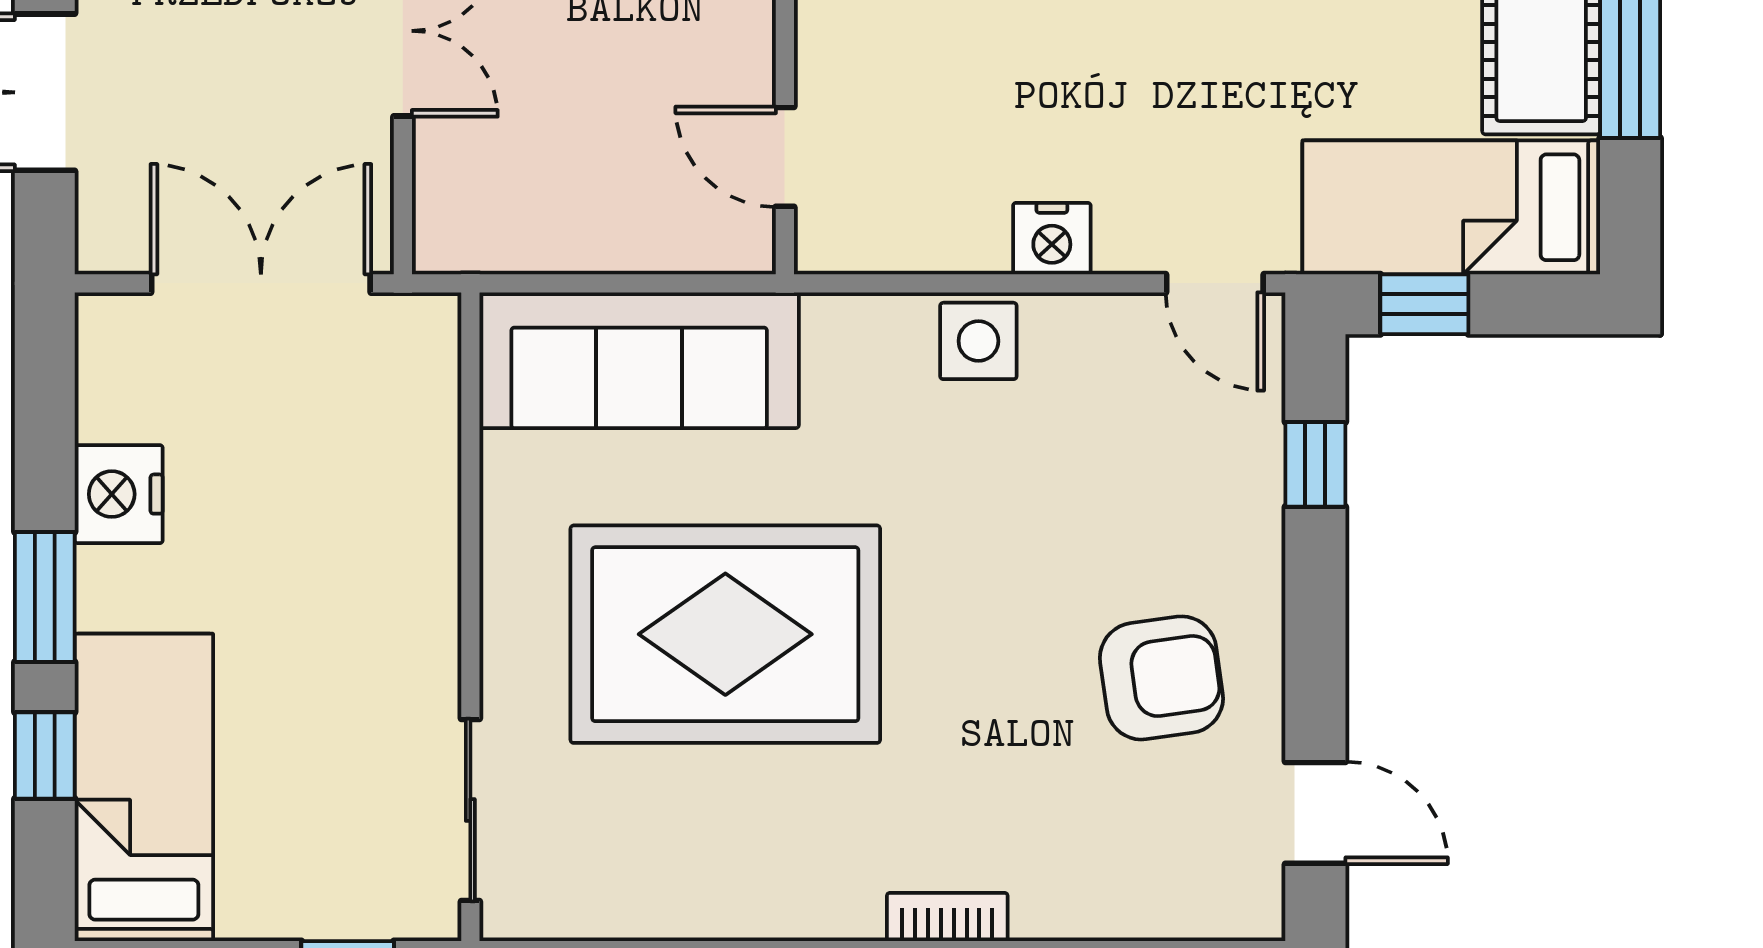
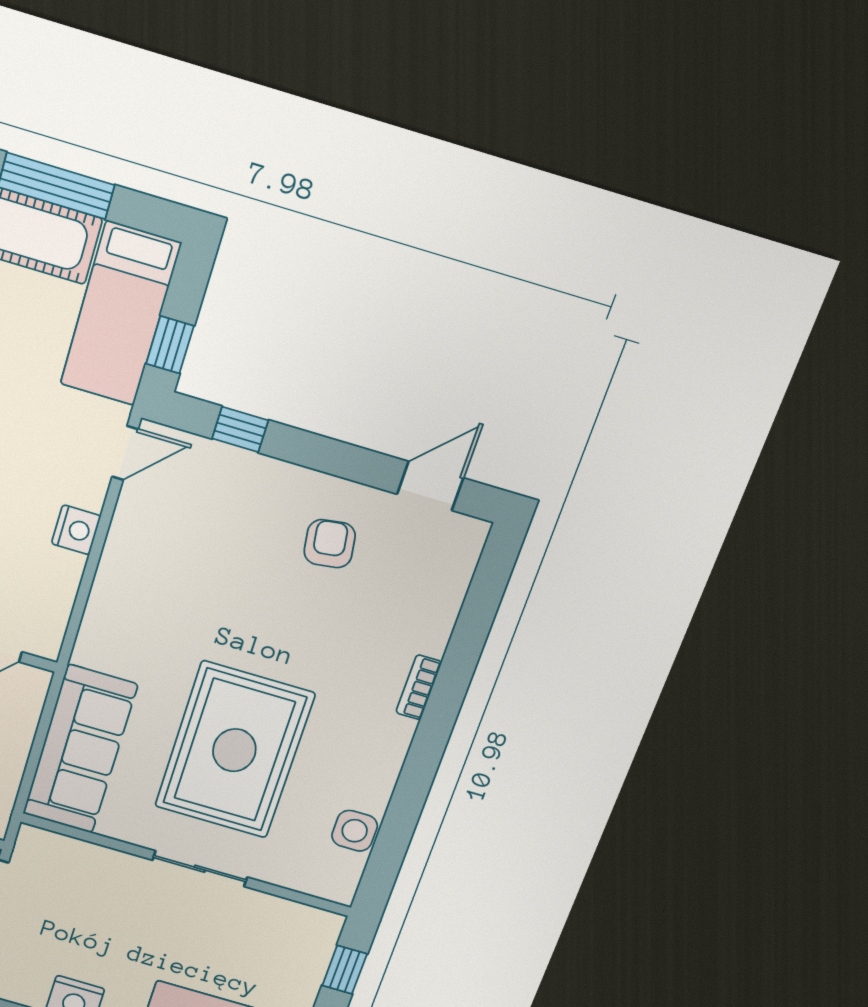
side table: (978, 341) -> (355, 831), moved
armchair: (1161, 678) -> (330, 544), width x0.72, depth x0.72
sliding door: (470, 810) -> (200, 869), moved

